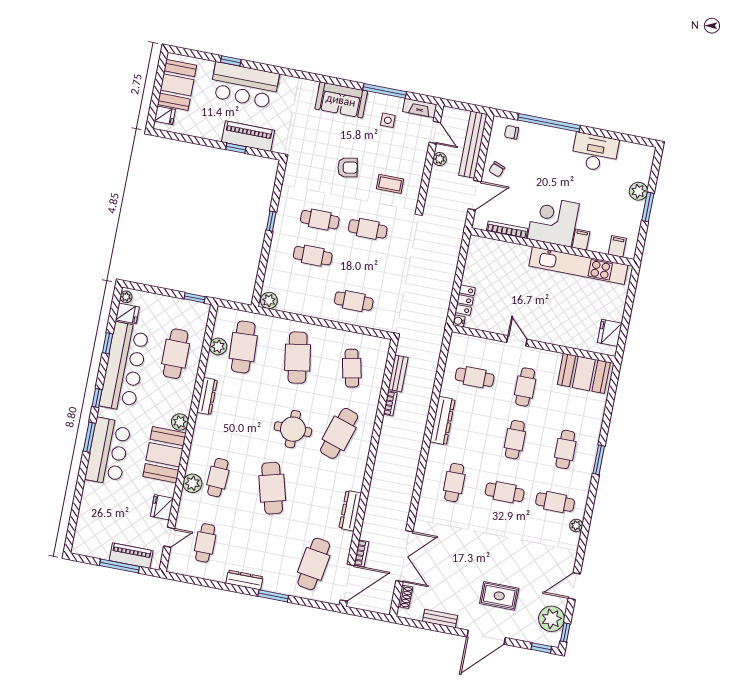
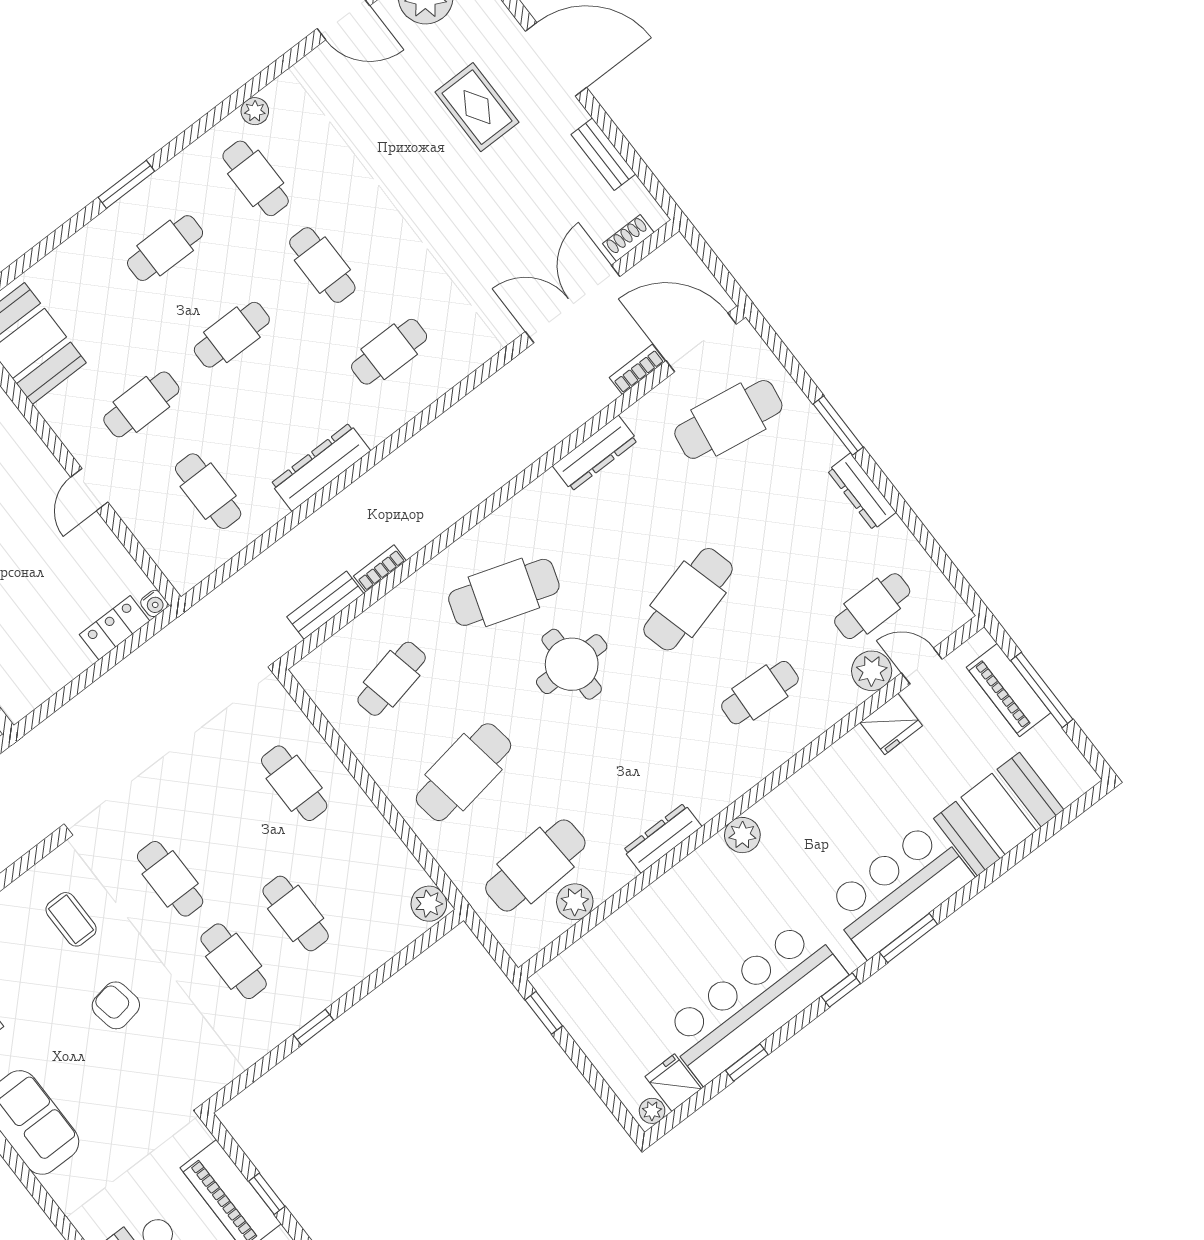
cafe table: (176, 354) -> (653, 950), removed
booth: (164, 455) -> (999, 814), moved
plant: (192, 483) -> (872, 671), moved

